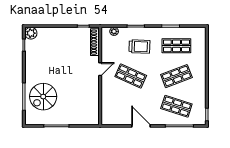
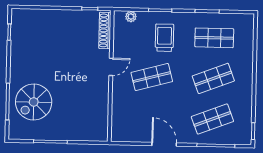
plant: (31, 33) -> (19, 16), removed
trolley: (139, 47) -> (164, 38), turned -92
shop shelf: (131, 76) -> (152, 77), turned -39
shop shelf: (176, 106) -> (212, 119), turned -39

